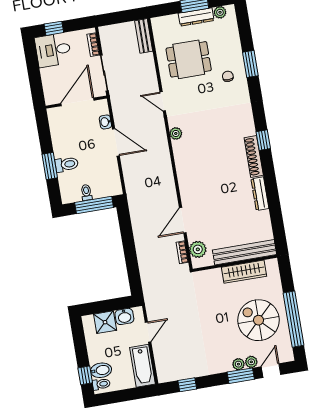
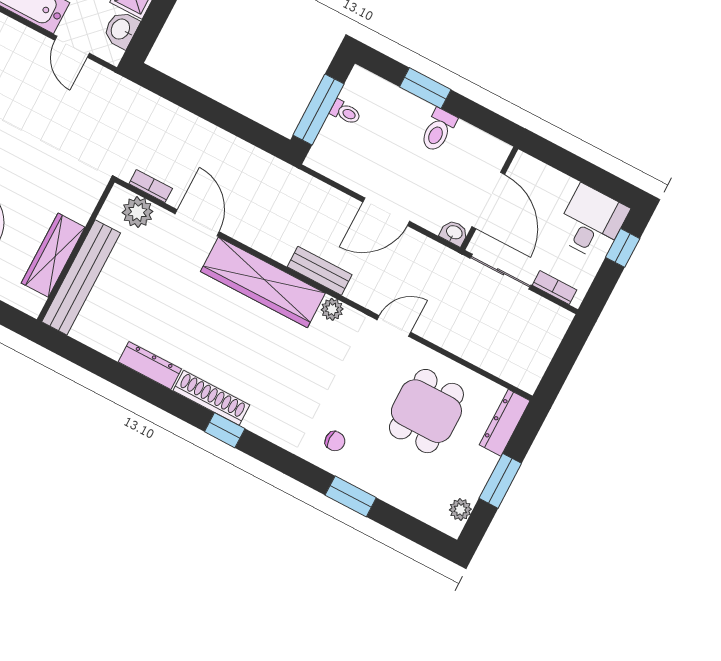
dresser: (196, 17) -> (505, 423), moved
bench: (144, 36) -> (320, 271), moved
chair: (228, 76) -> (335, 441), moved
washbasin: (105, 122) -> (454, 233), moved
toilet: (67, 164) -> (438, 130), moved
wardrobe: (187, 172) -> (263, 282), added

